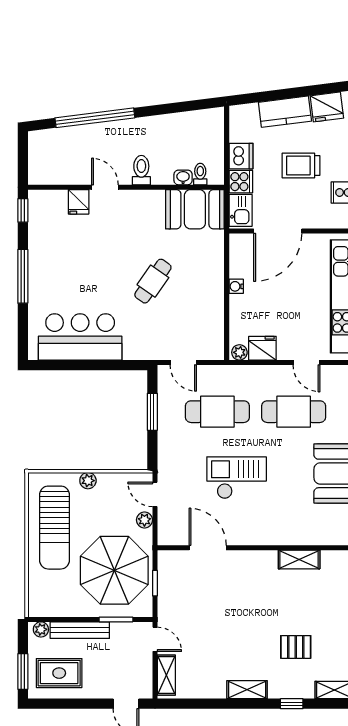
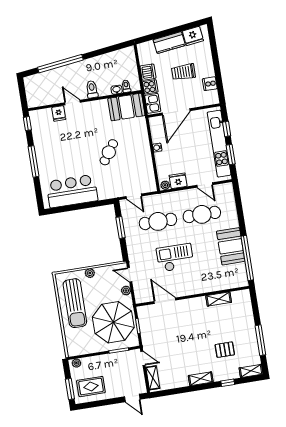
bench: (80, 630) -> (99, 360), removed

